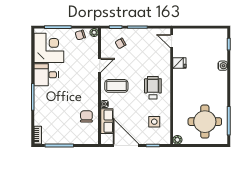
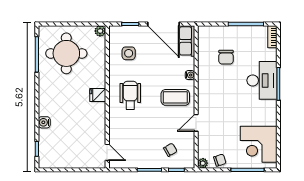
fridge: (179, 63) -> (98, 95), moved
desk: (46, 75) -> (262, 80), moved, width x1.37
wheelchair: (153, 88) -> (130, 95), turned 180
chair: (86, 116) -> (226, 57), moved
row of seats: (107, 121) -> (187, 41), moved

